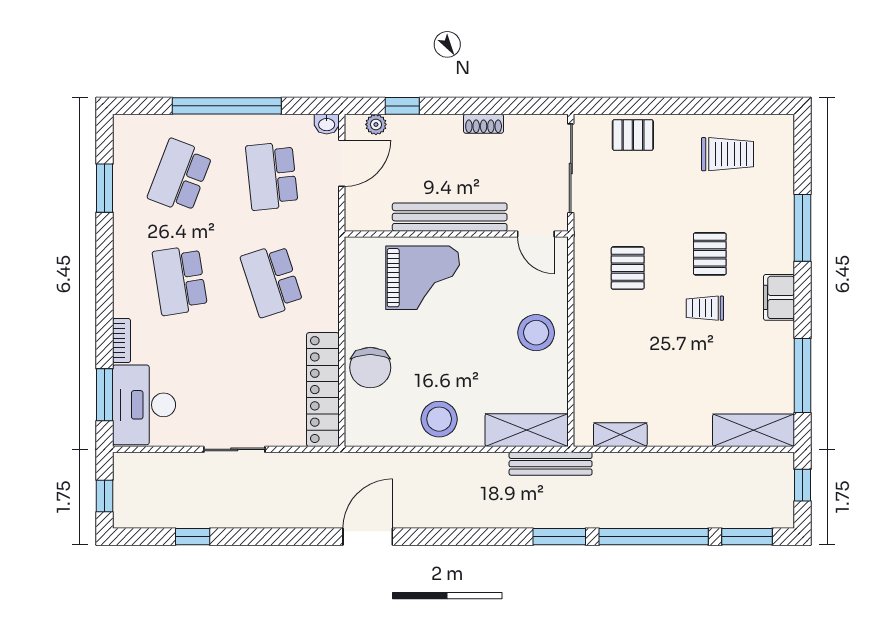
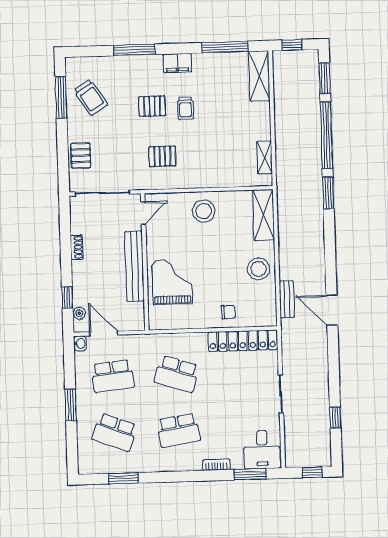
window: (227, 106) -> (71, 405), width x0.47
window: (729, 106) -> (61, 97), added
trolley: (727, 154) -> (91, 97), turned 147
school desk: (272, 280) -> (177, 374), turned 36
chair: (370, 368) -> (228, 312), width x0.54, depth x0.54
desk: (144, 405) -> (262, 450), width x0.73
bench: (551, 464) -> (287, 299), moved, width x0.73

